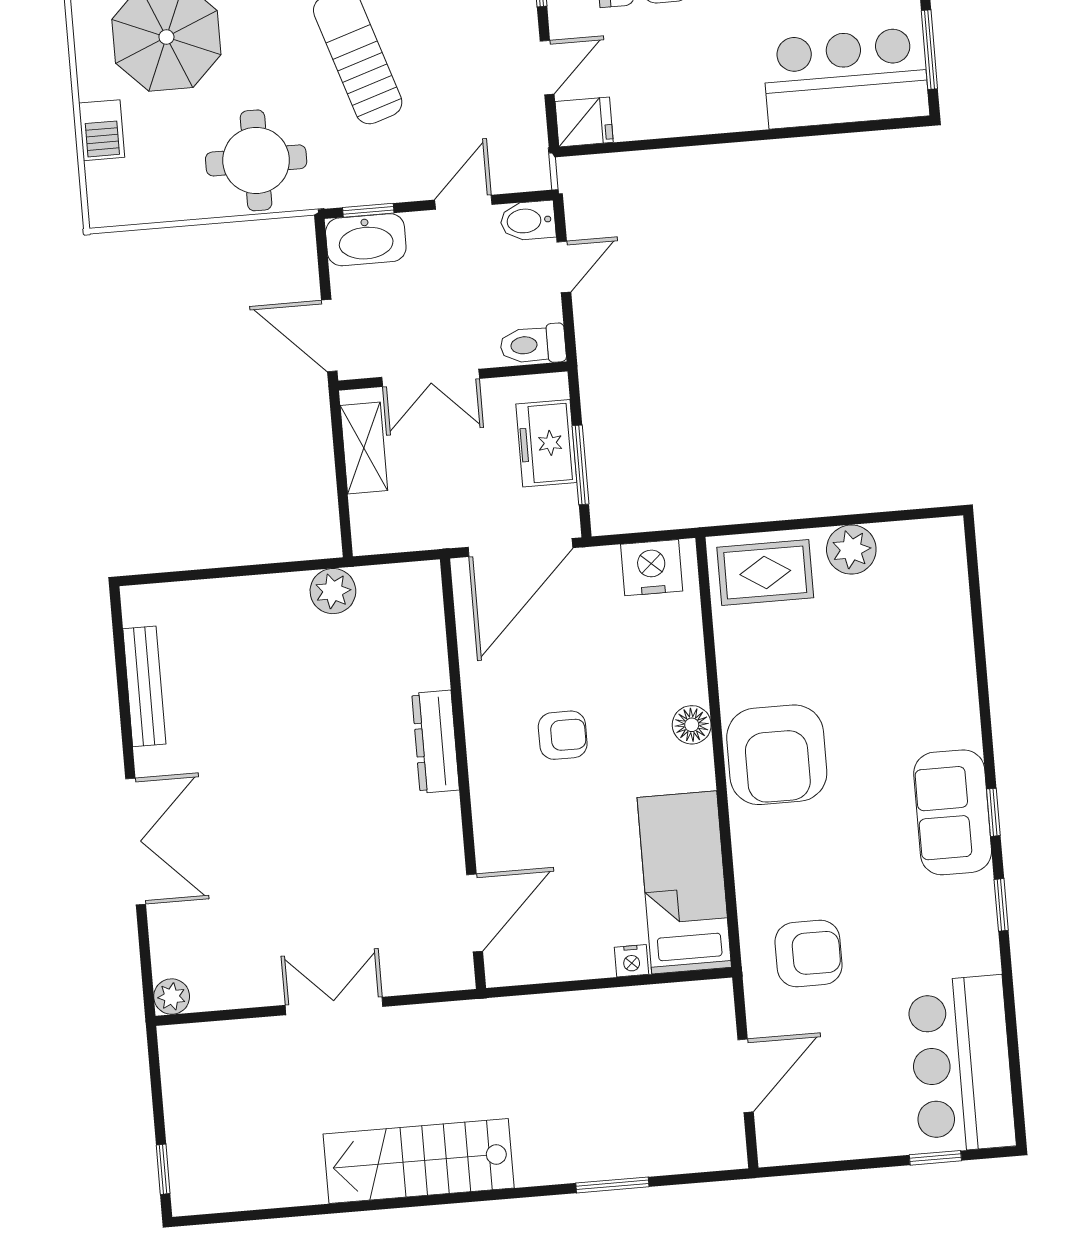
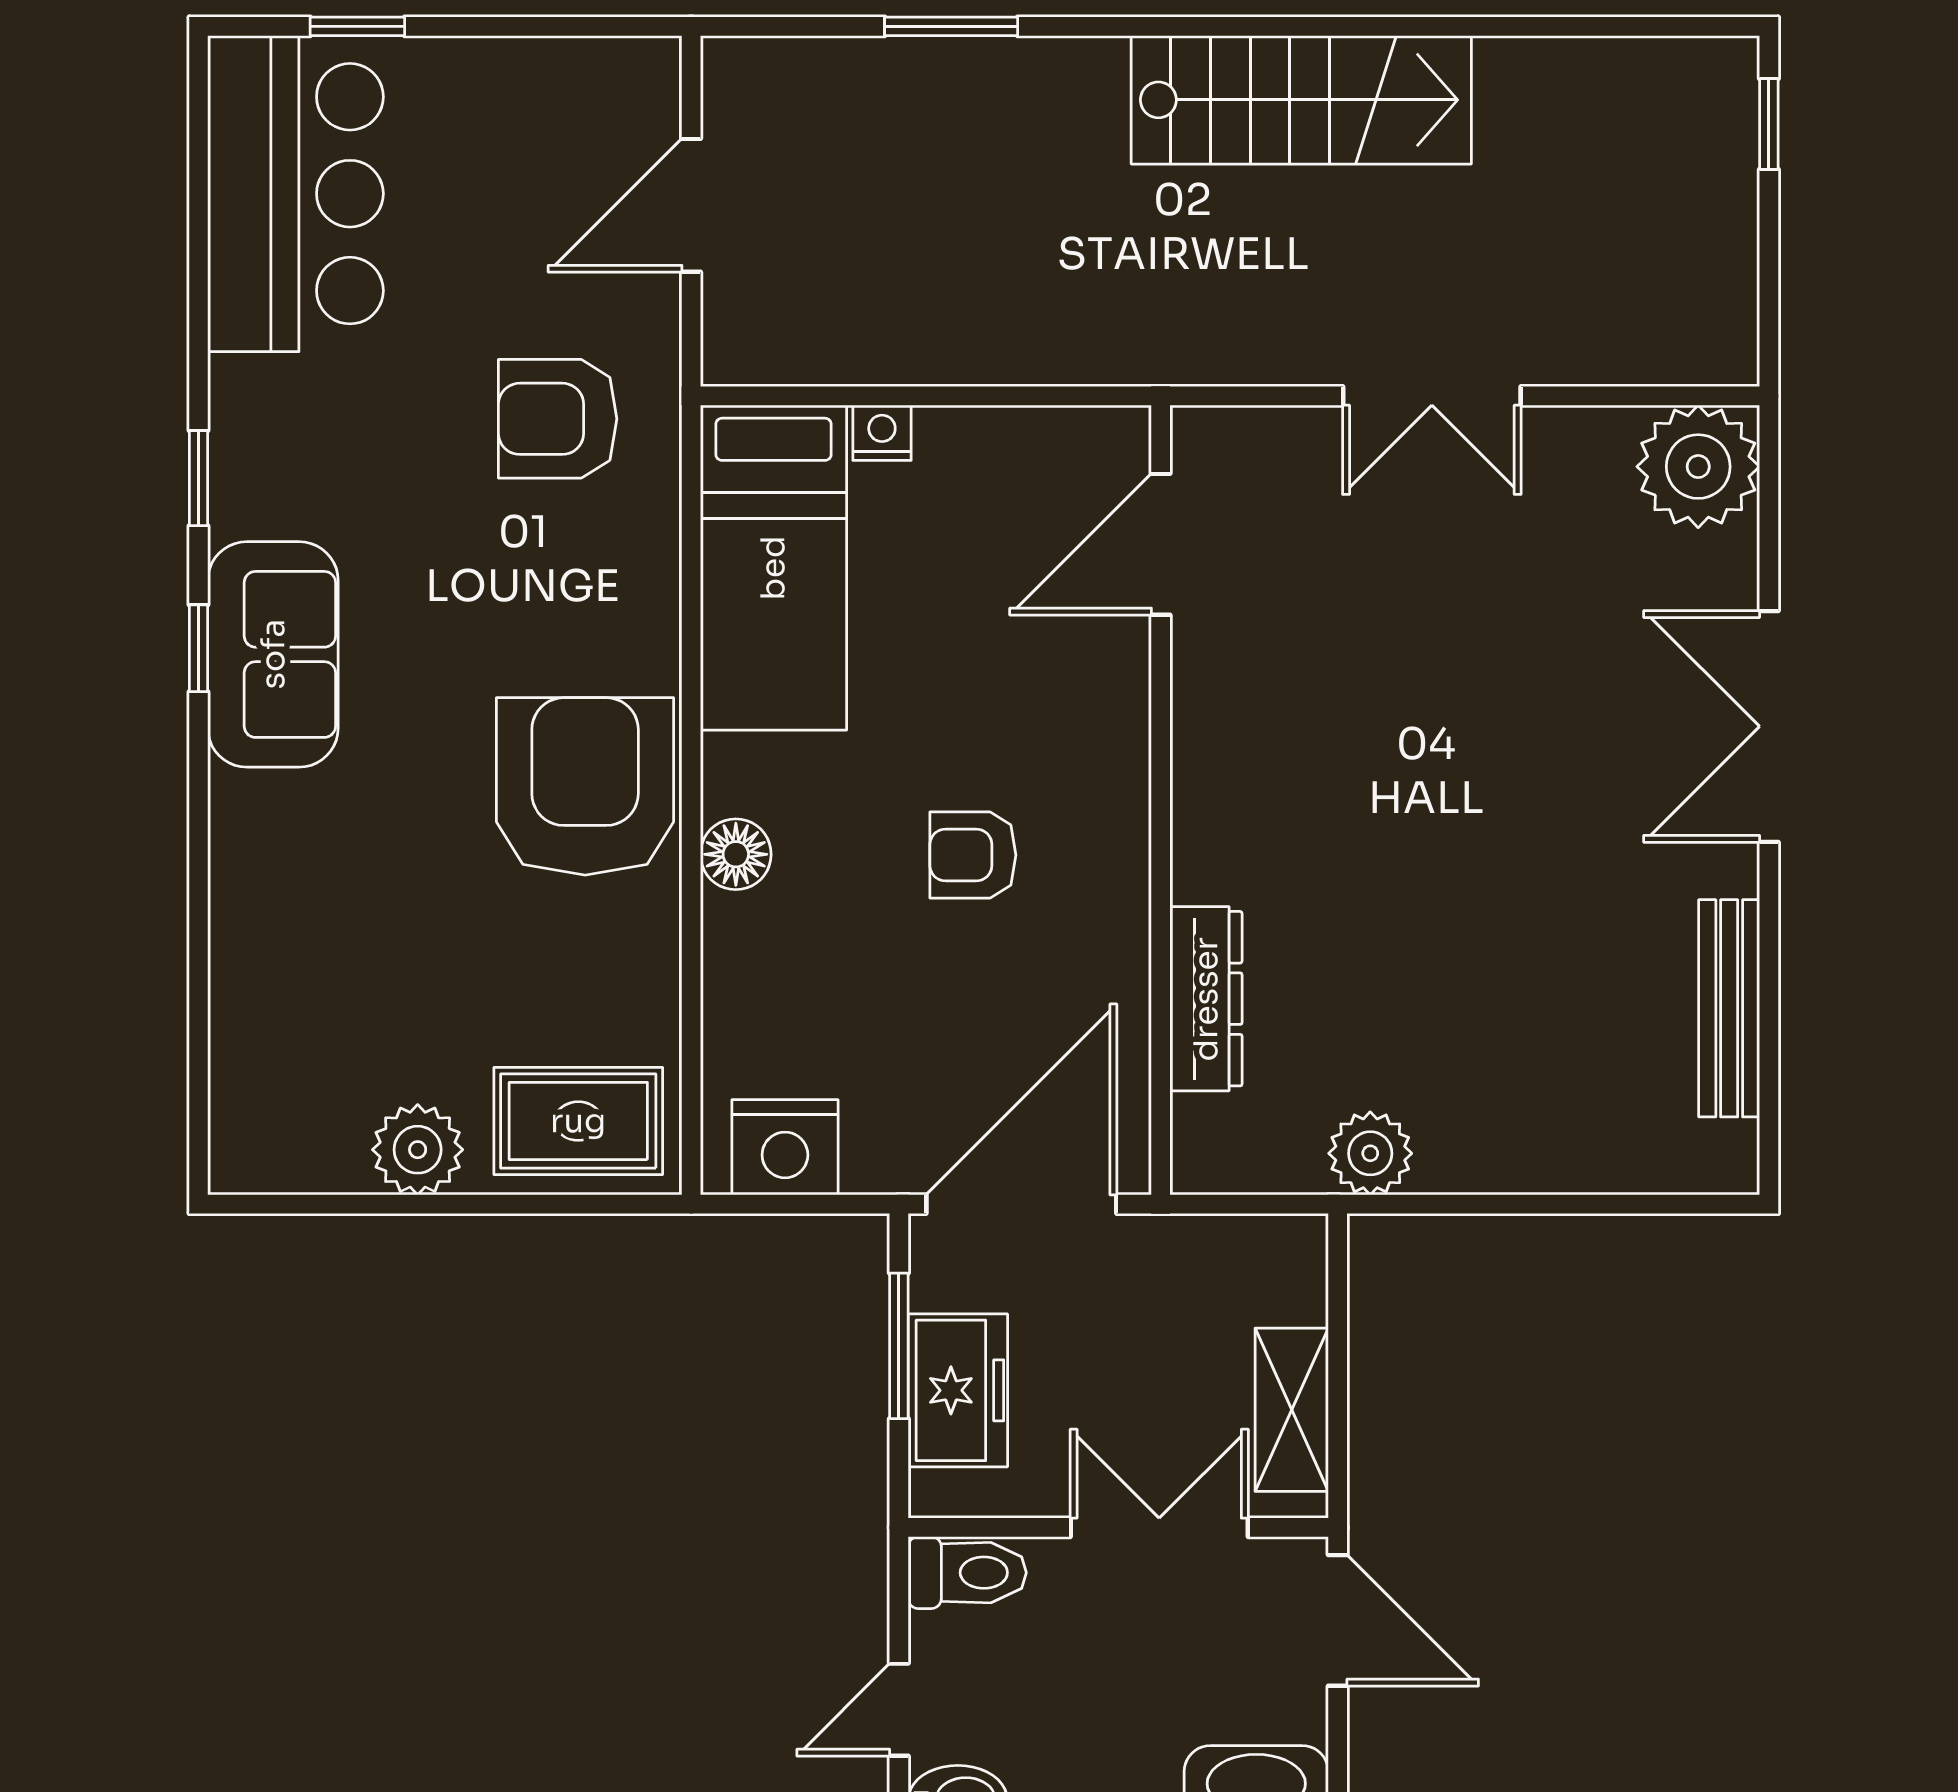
dresser: (436, 742) -> (1206, 999), moved
plant: (172, 997) -> (1698, 467), width x1.87, depth x1.87

